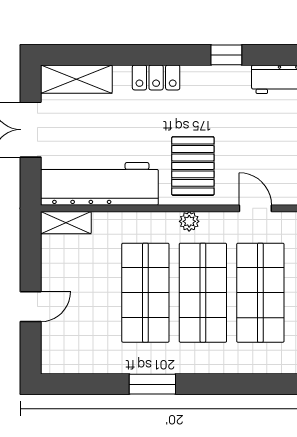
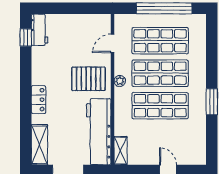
window: (226, 55) -> (26, 37), moved

